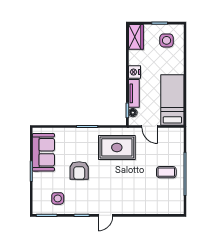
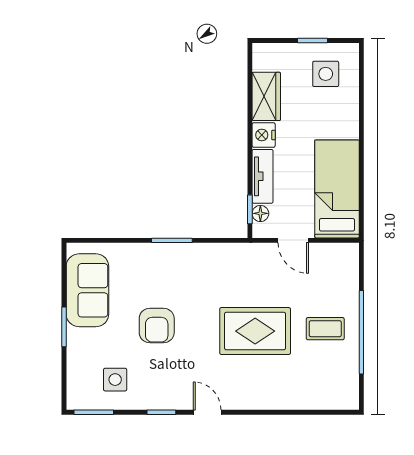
wardrobe: (136, 37) -> (266, 96), moved
rug: (117, 147) -> (255, 331), moved
door: (105, 215) -> (207, 412), swing flipped

